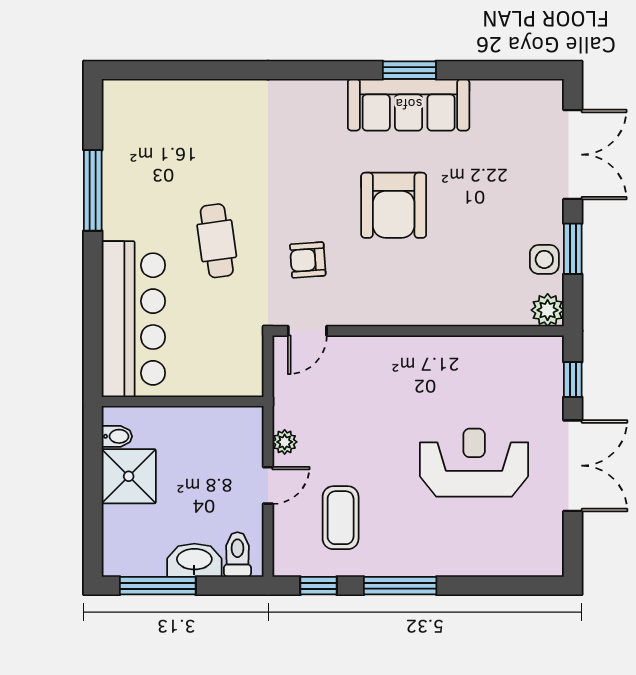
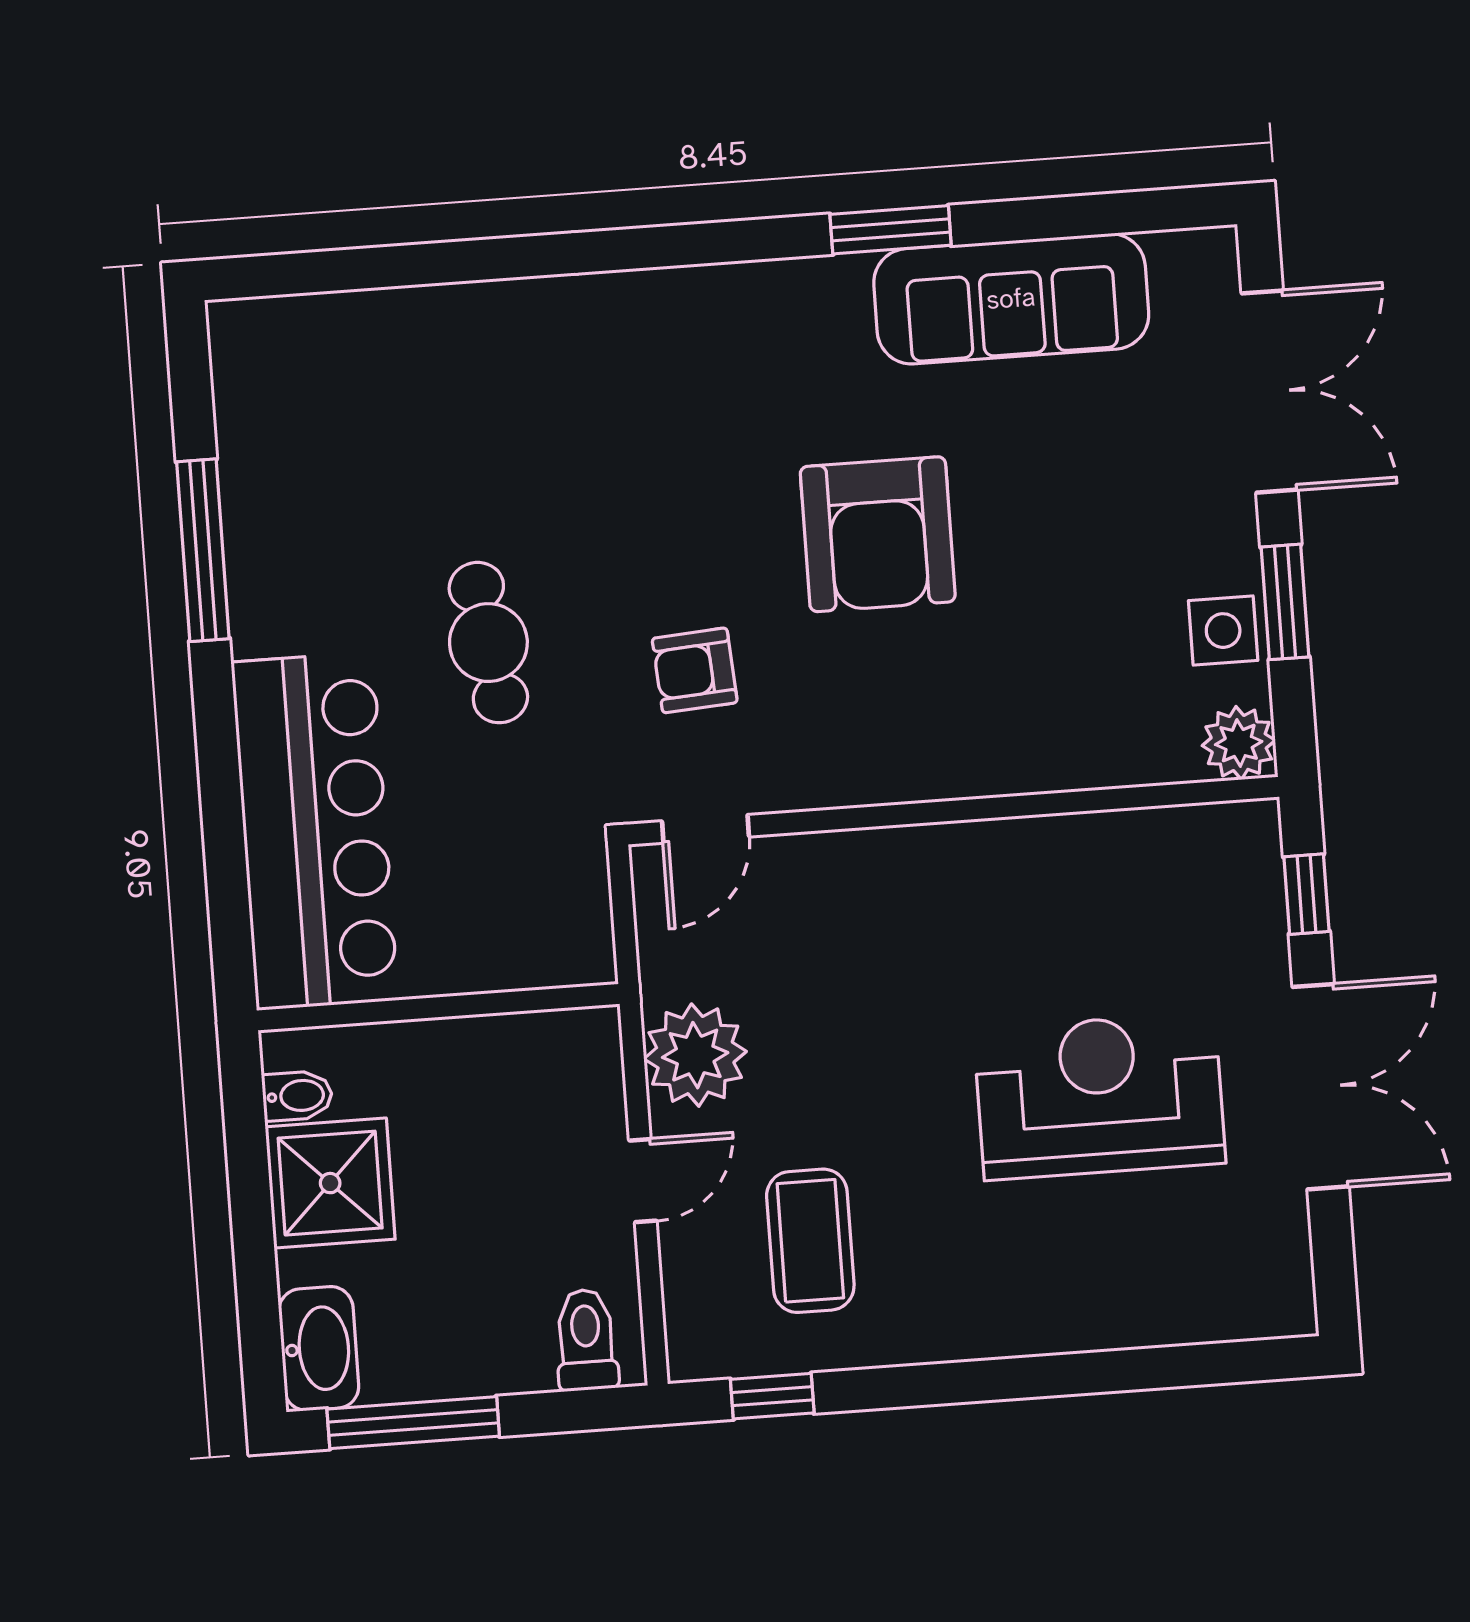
sofa: (409, 105) -> (1011, 299), moved
plant: (285, 442) -> (695, 1055), width x1.87, depth x1.87
washbasin: (194, 560) -> (319, 1349), moved, turned 90
window: (400, 586) -> (955, 1383), removed

